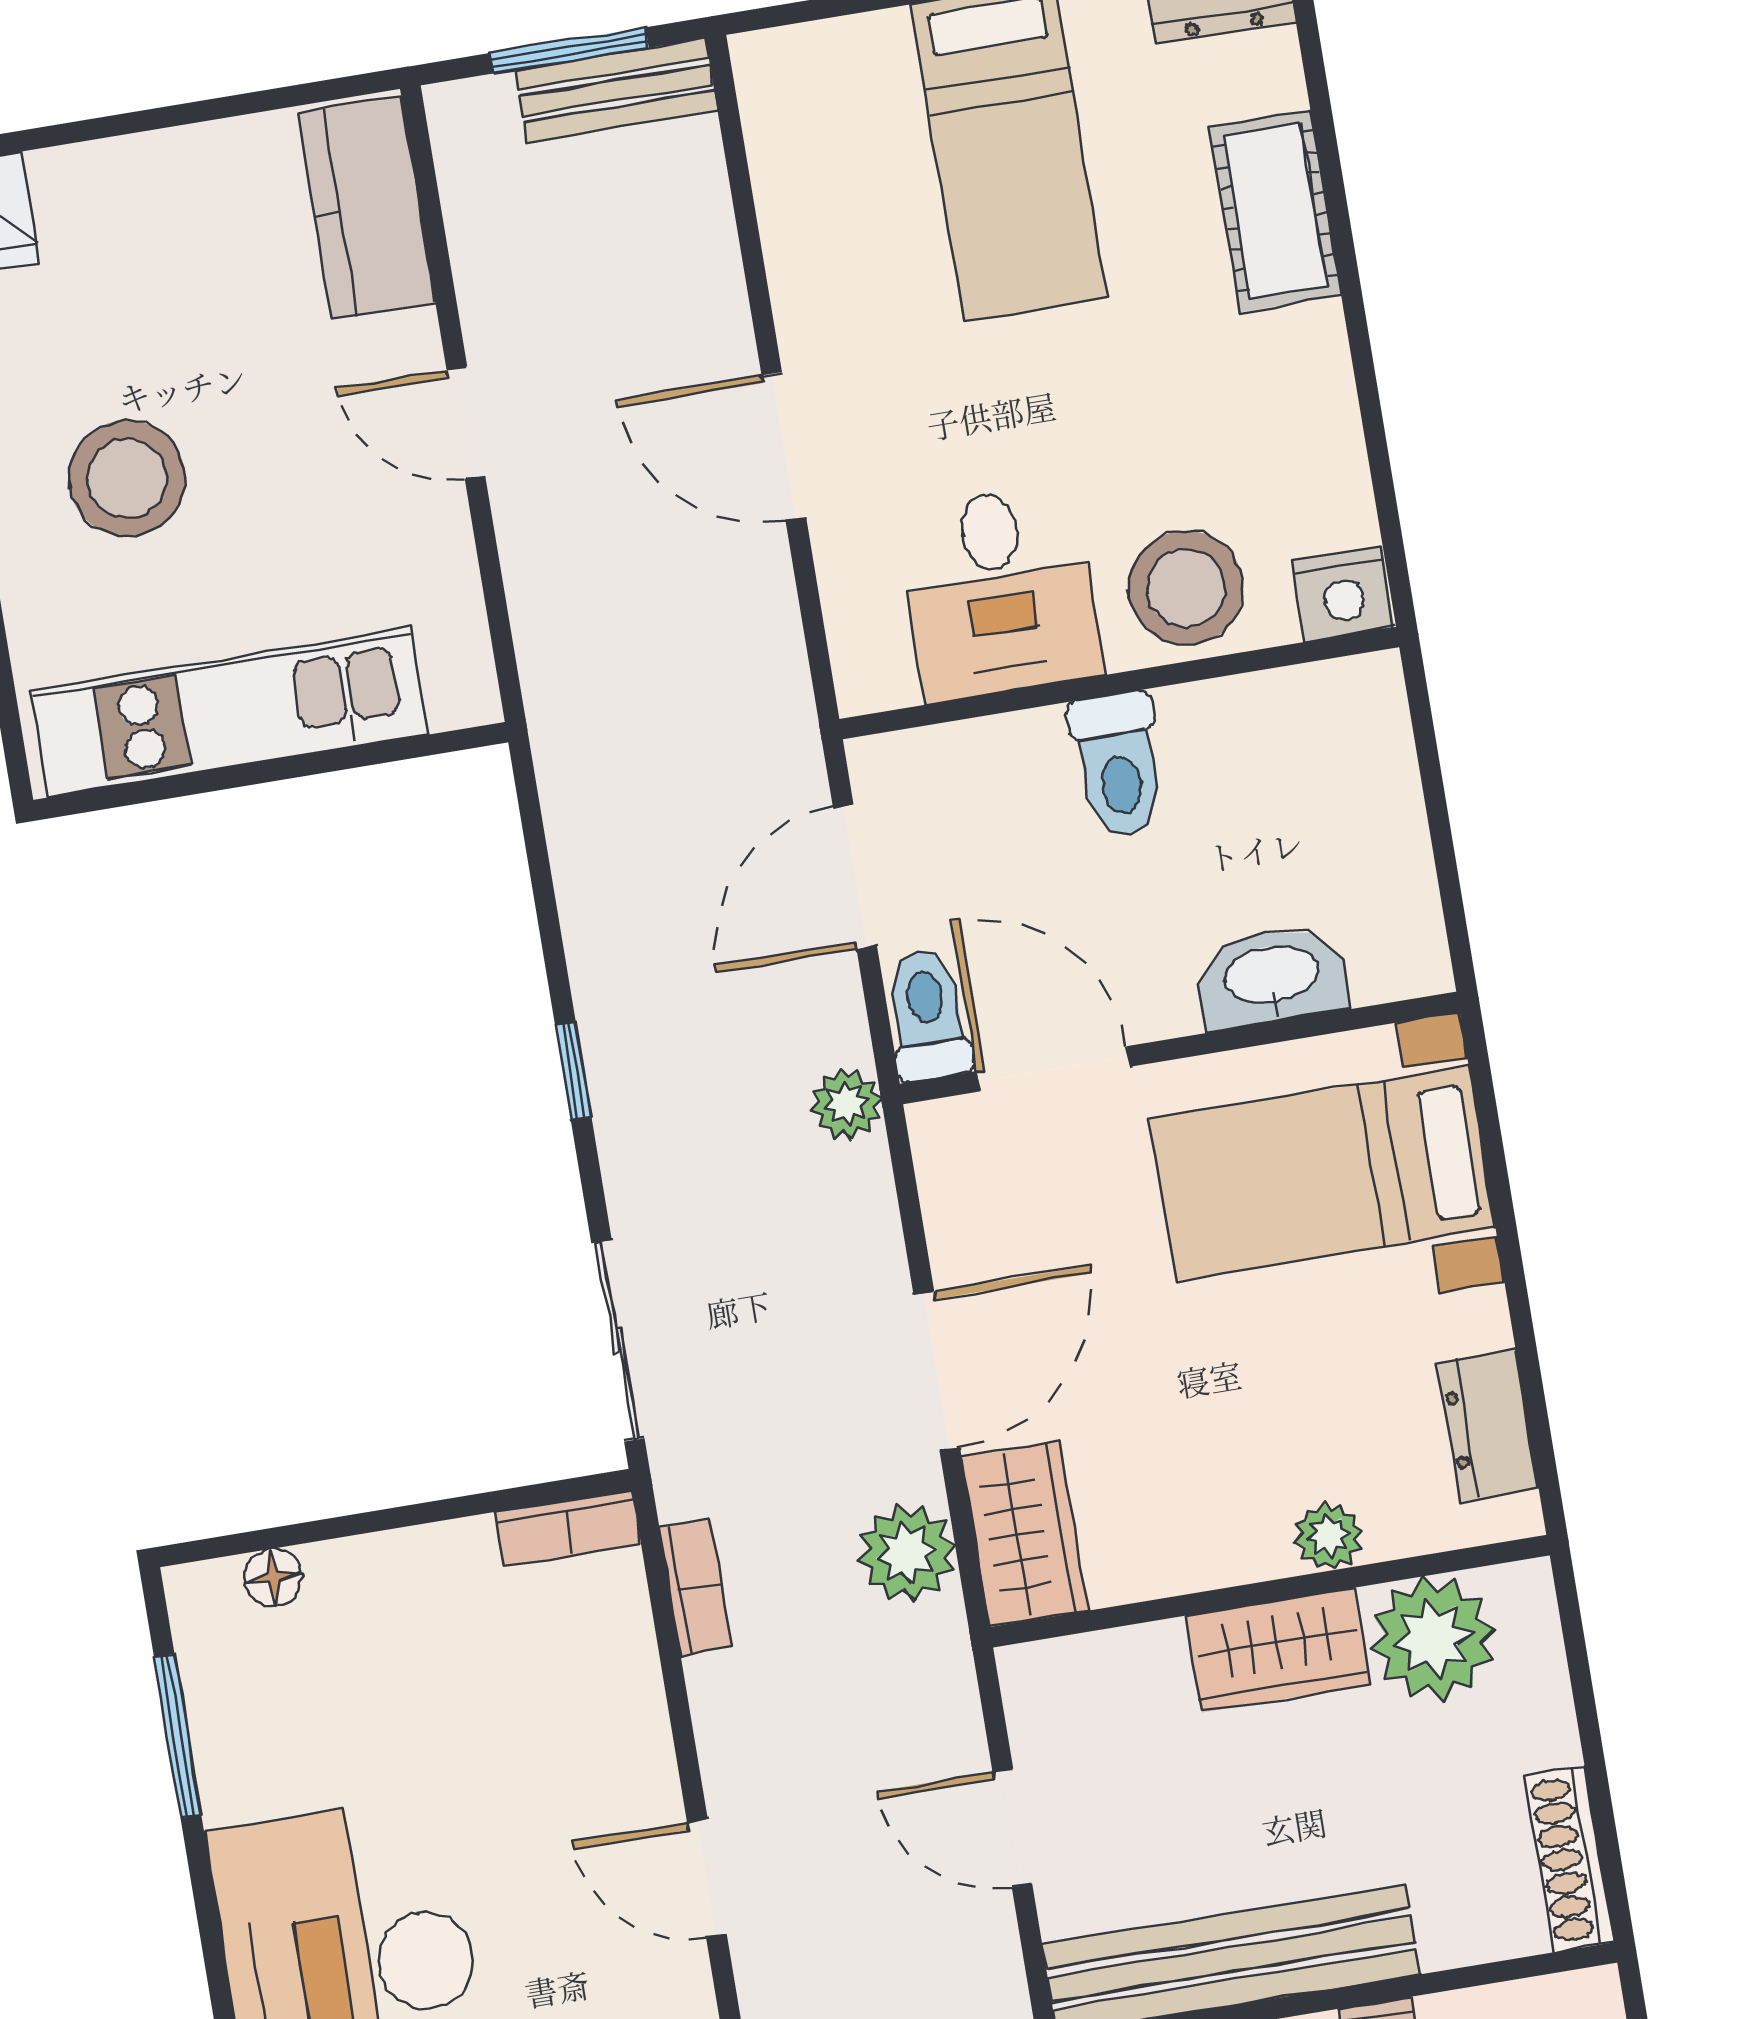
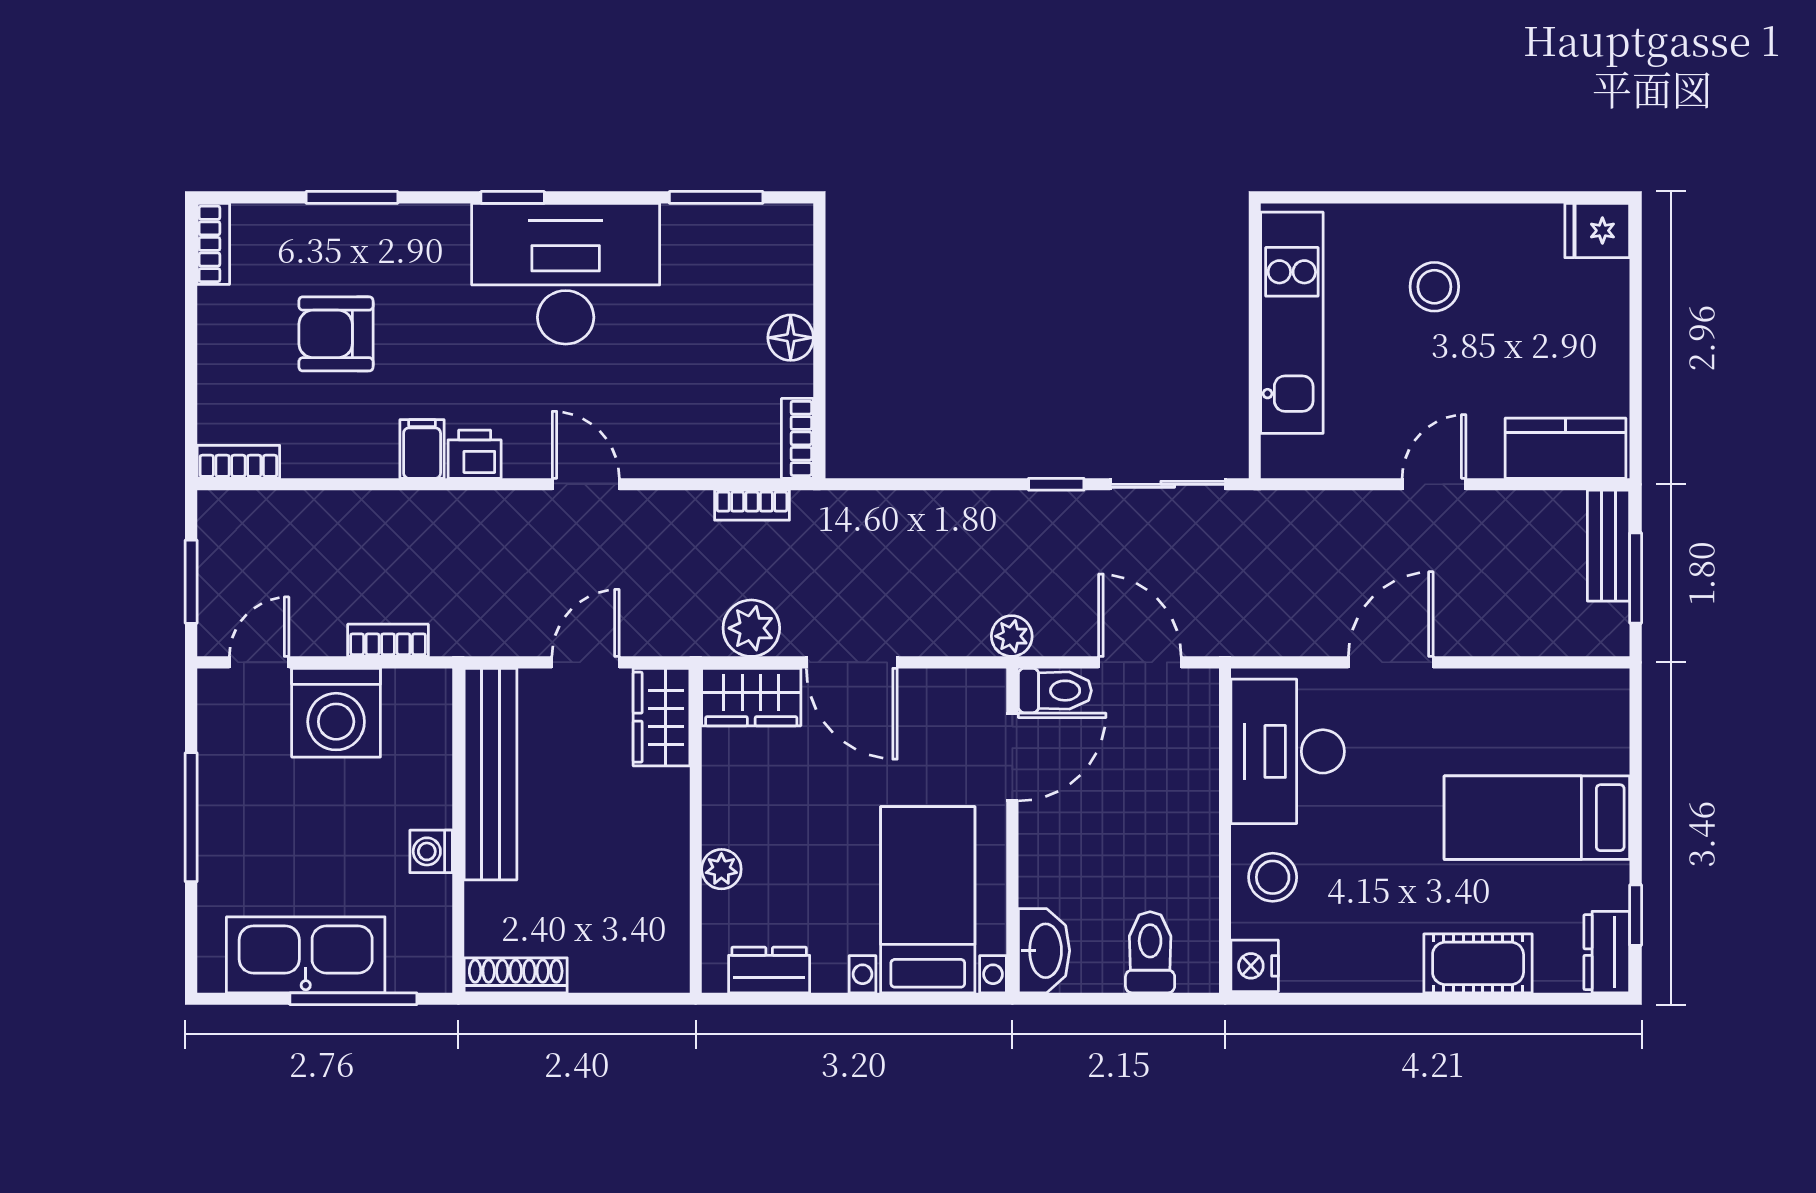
bench: (617, 90) -> (1608, 546), moved
stool: (127, 478) -> (1434, 287), width x0.73, depth x0.73
stool: (1186, 588) -> (1273, 877), width x0.73, depth x0.73
desk: (999, 592) -> (1288, 751), width x1.37
toilet: (1118, 765) -> (1150, 952), moved, turned 90
washbasin: (1272, 977) -> (1044, 951), moved
sliding door: (618, 1341) -> (1168, 484), moved
floor lamp: (273, 1578) -> (791, 338), moved, width x1.37, depth x1.37
plant: (1433, 1639) -> (653, 919), removed
wardrobe: (1278, 1650) -> (661, 717), moved
door: (707, 1878) -> (586, 484), hinge flipped

